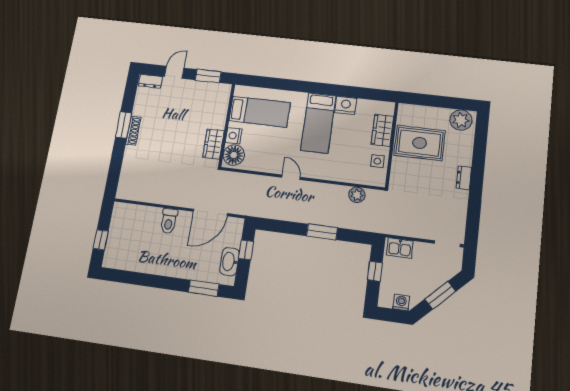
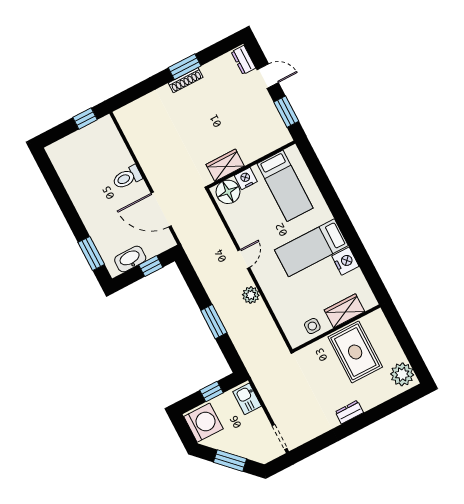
plant: (357, 195) -> (251, 295), moved
window: (101, 240) -> (85, 119), moved
washing machine: (401, 302) -> (203, 423), width x1.89, depth x1.89

